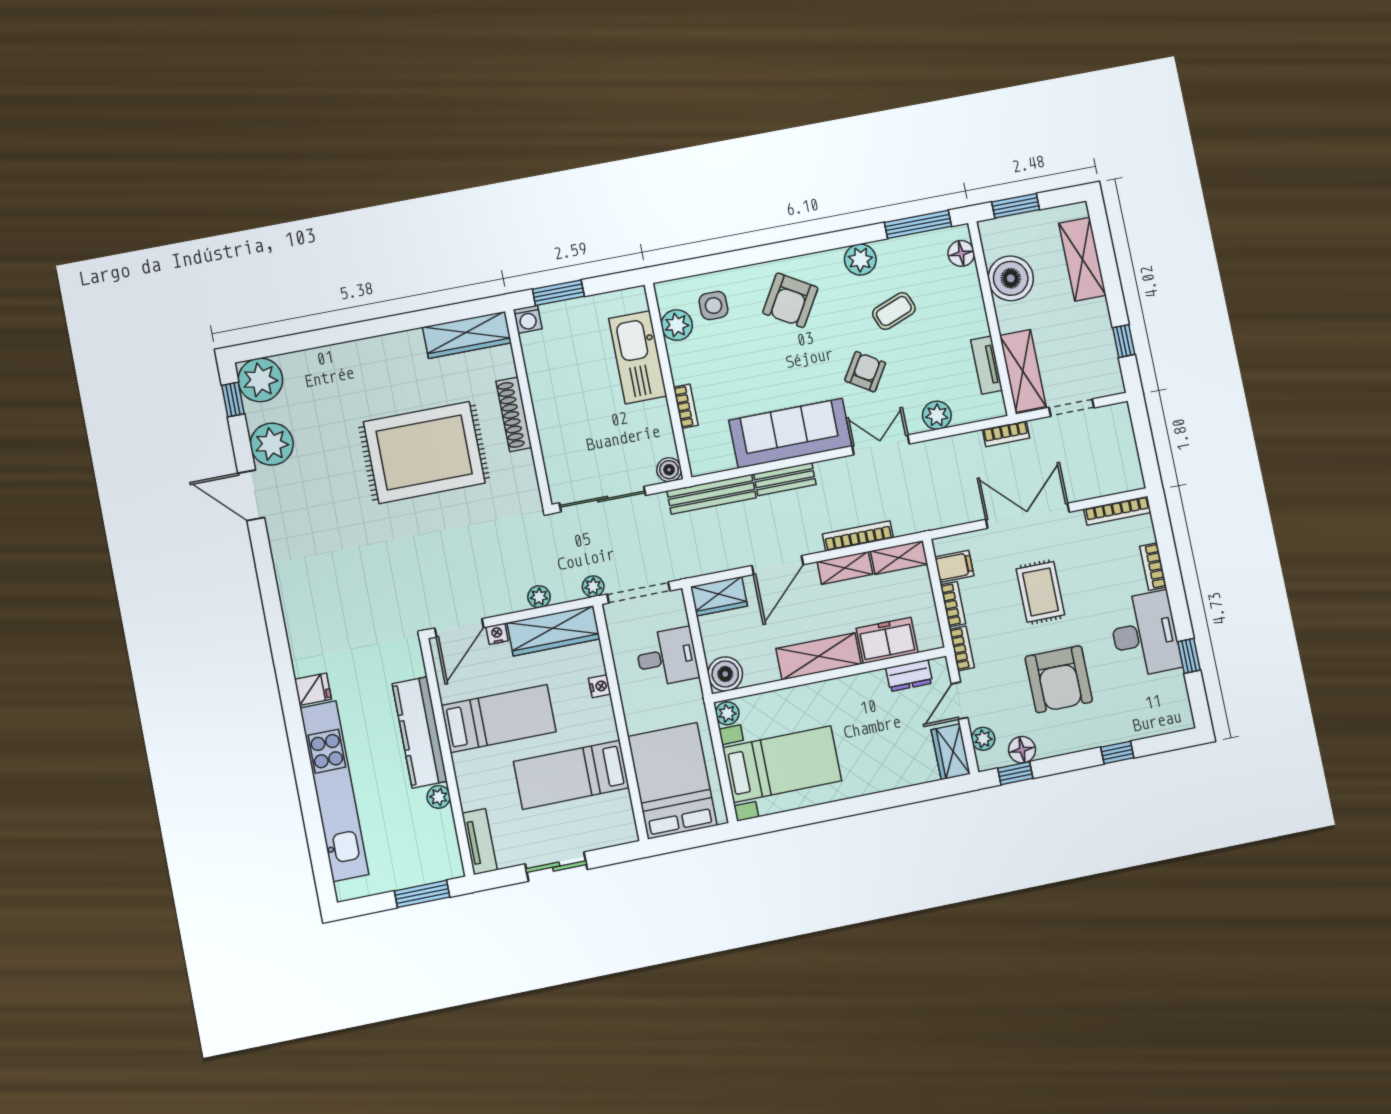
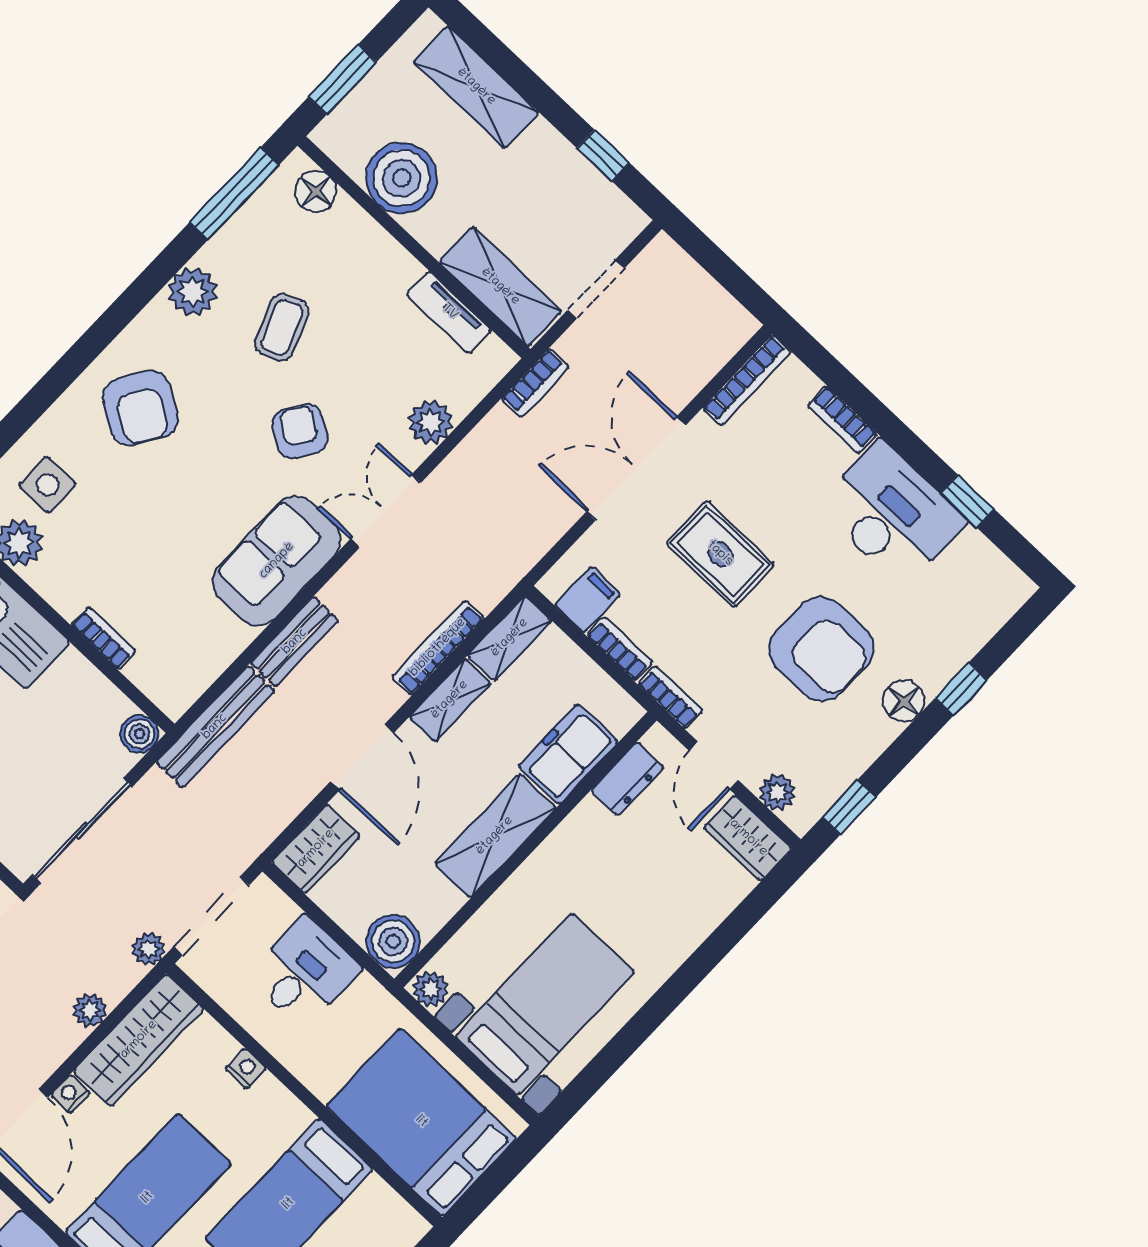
sofa: (790, 433) -> (277, 561), width x0.73
floor lamp: (1022, 750) -> (904, 701), moved

